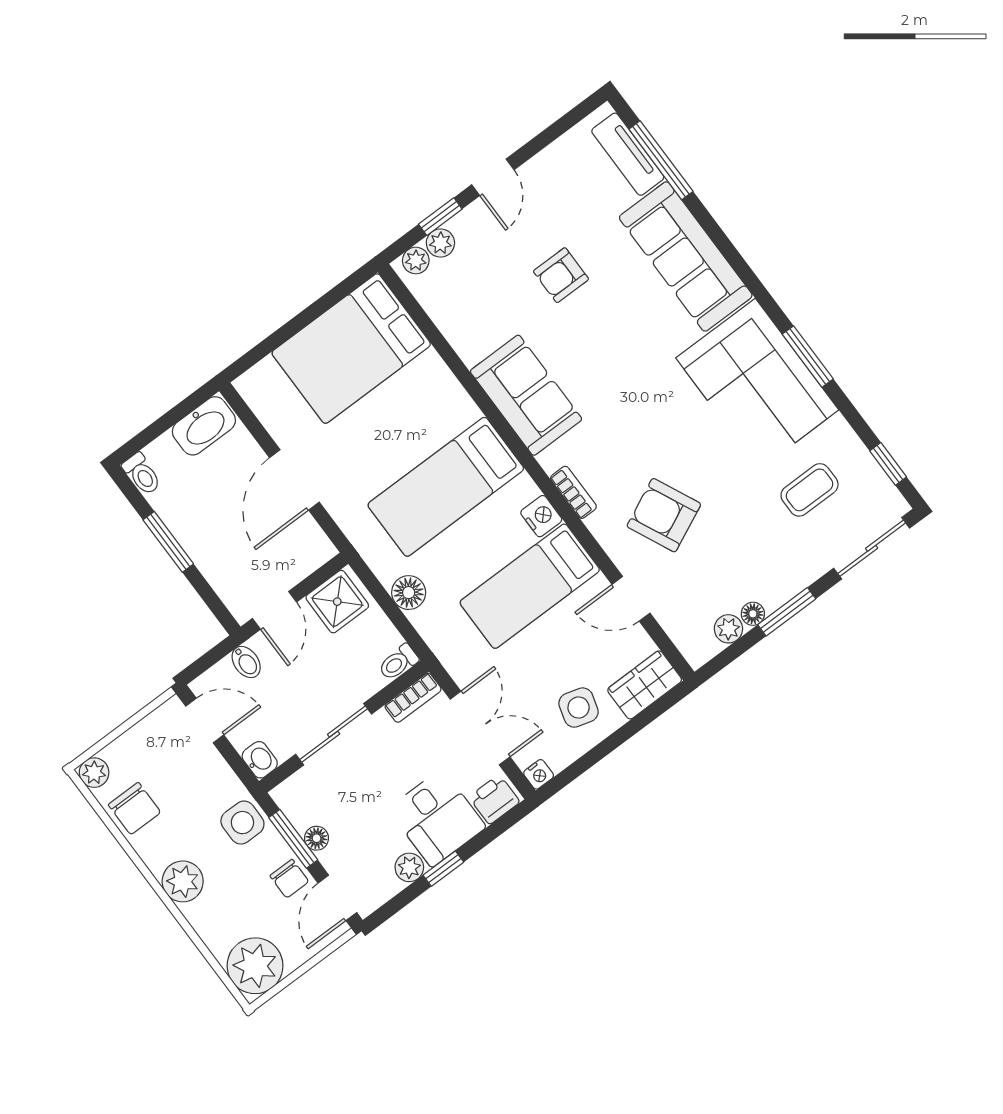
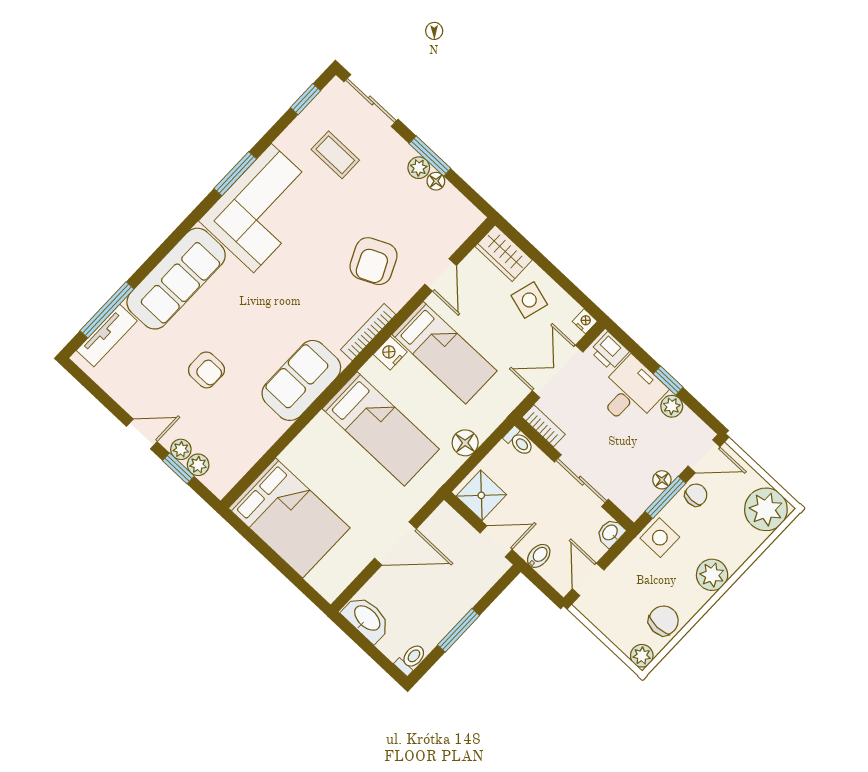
plant: (416, 260) -> (181, 449), moved
bookcase: (573, 492) -> (368, 332), width x1.56
plant: (728, 629) -> (419, 168), moved

